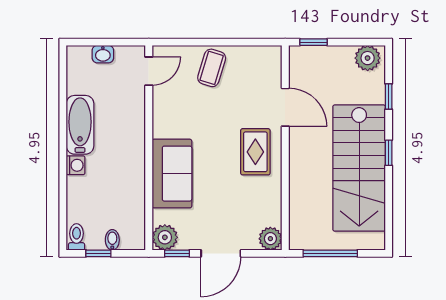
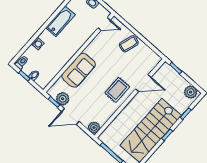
door: (285, 107) -> (143, 83), hinge flipped
washing machine: (76, 165) -> (38, 43), moved
plant: (165, 237) -> (63, 99), moved

